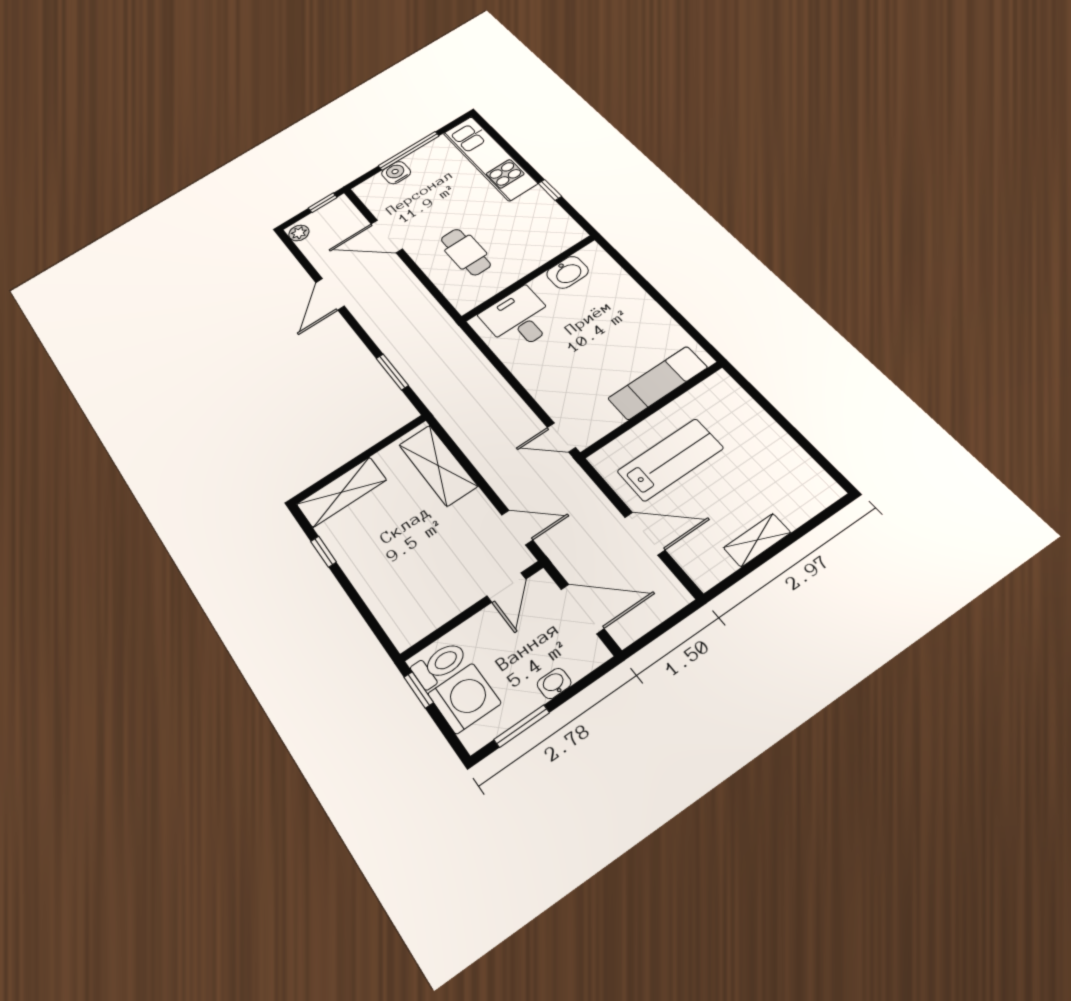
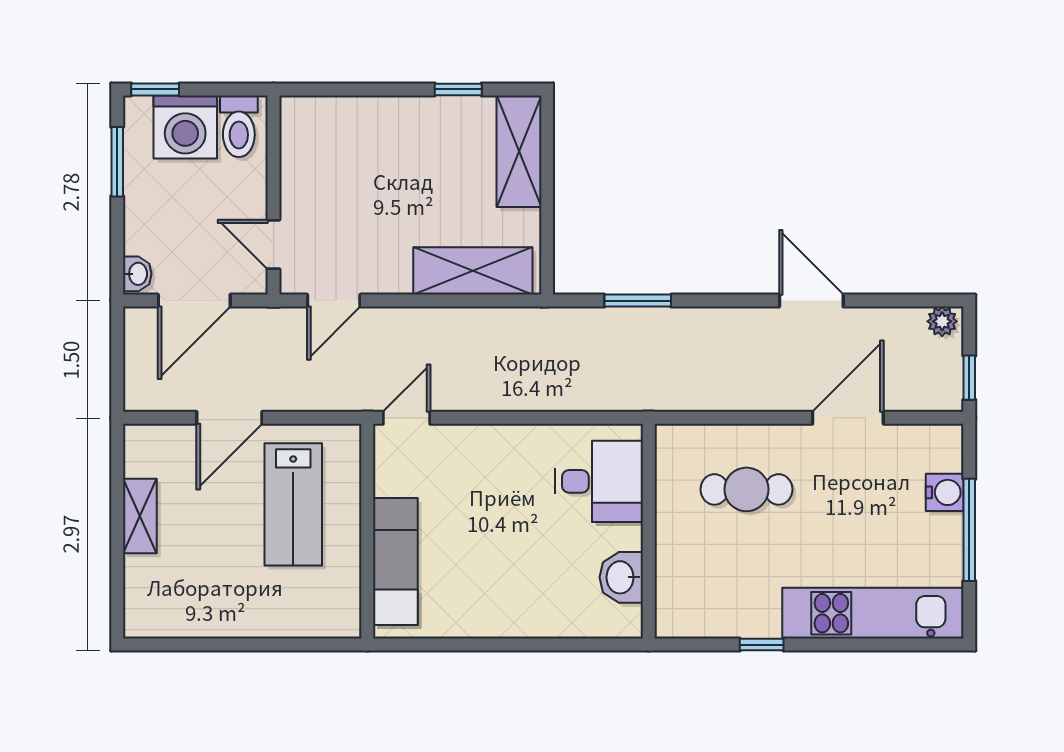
washbasin: (554, 683) -> (137, 274), moved
window: (419, 690) -> (155, 89), moved

